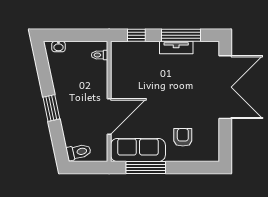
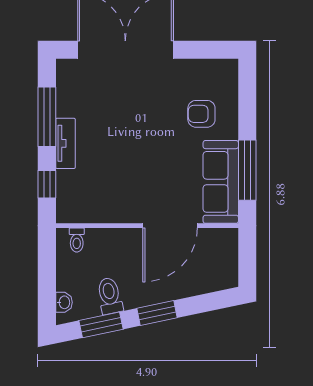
tv unit: (176, 48) -> (65, 143), moved
window: (44, 71) -> (101, 325), added
door: (109, 117) -> (170, 226), swing flipped
toilet: (79, 152) -> (110, 296), moved

